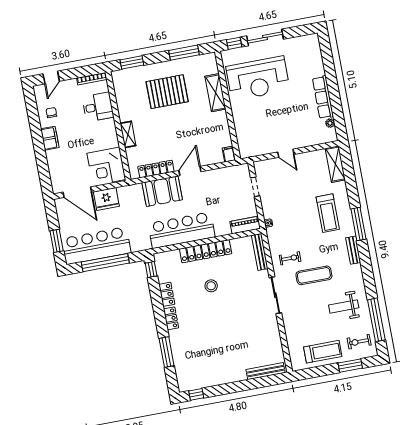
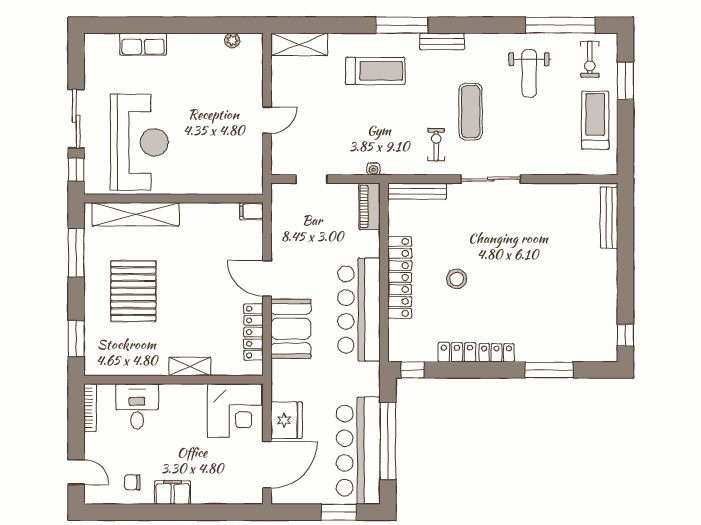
shelving: (215, 93) -> (136, 214), width x1.47
row of seats: (323, 97) -> (143, 44), moved, width x0.68

